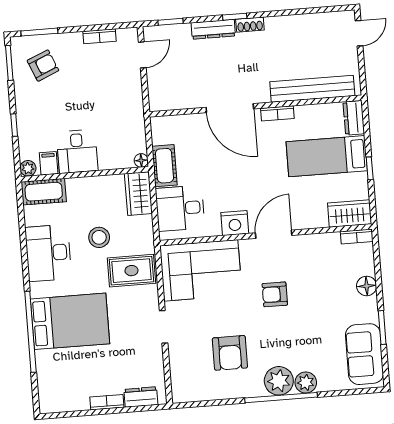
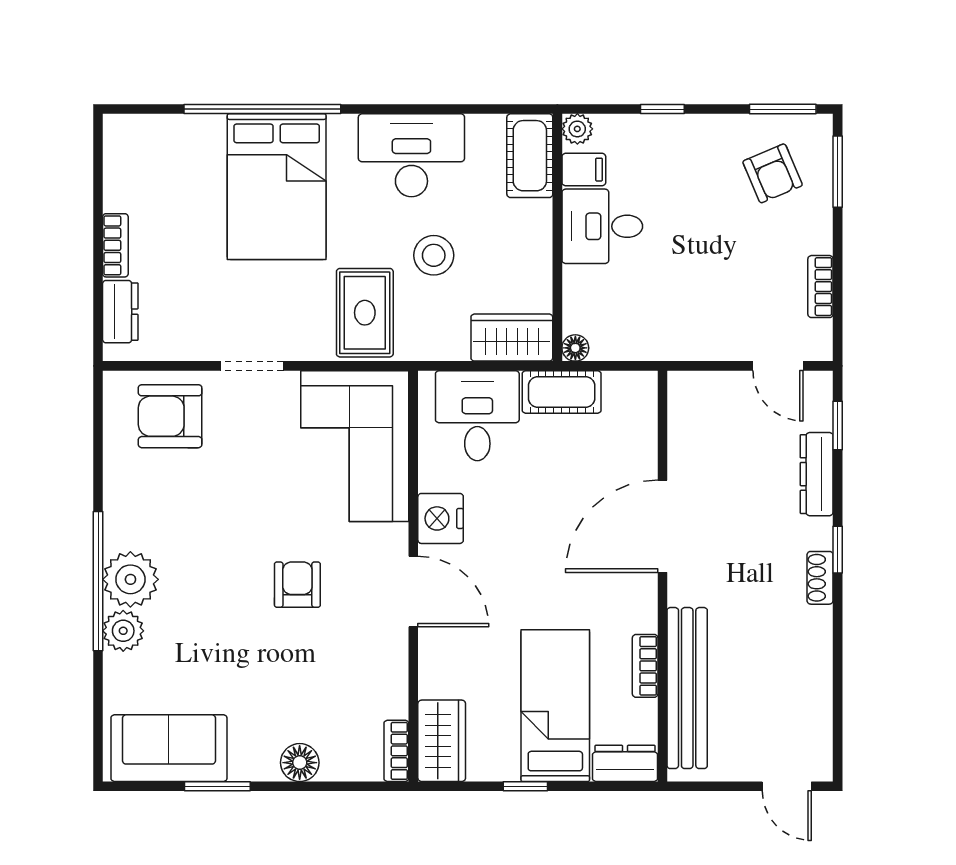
dresser: (213, 29) -> (817, 474), moved
bookcase: (277, 113) -> (645, 666), moved
armchair: (230, 353) -> (170, 416), moved

